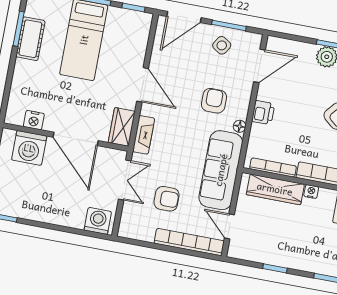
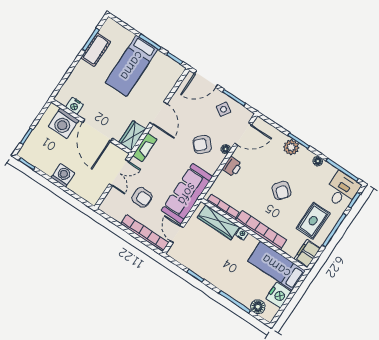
armchair: (214, 101) -> (202, 145), turned -133
floor lamp: (240, 126) -> (226, 149), moved
washing machine: (98, 221) -> (63, 175), moved

